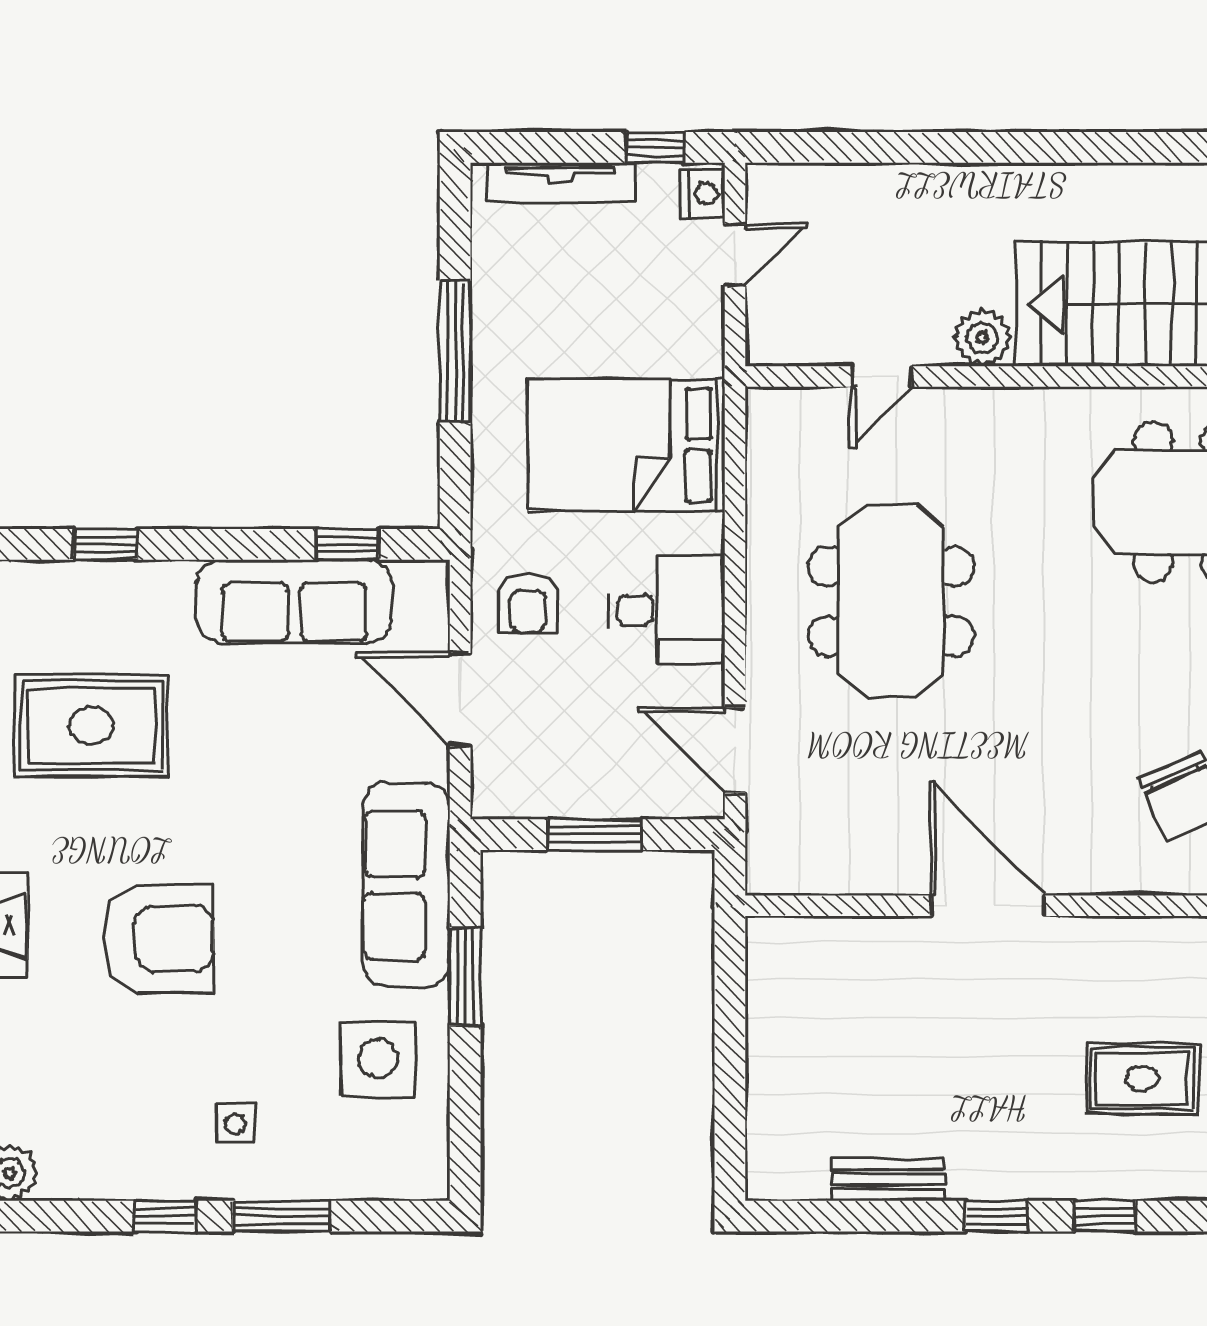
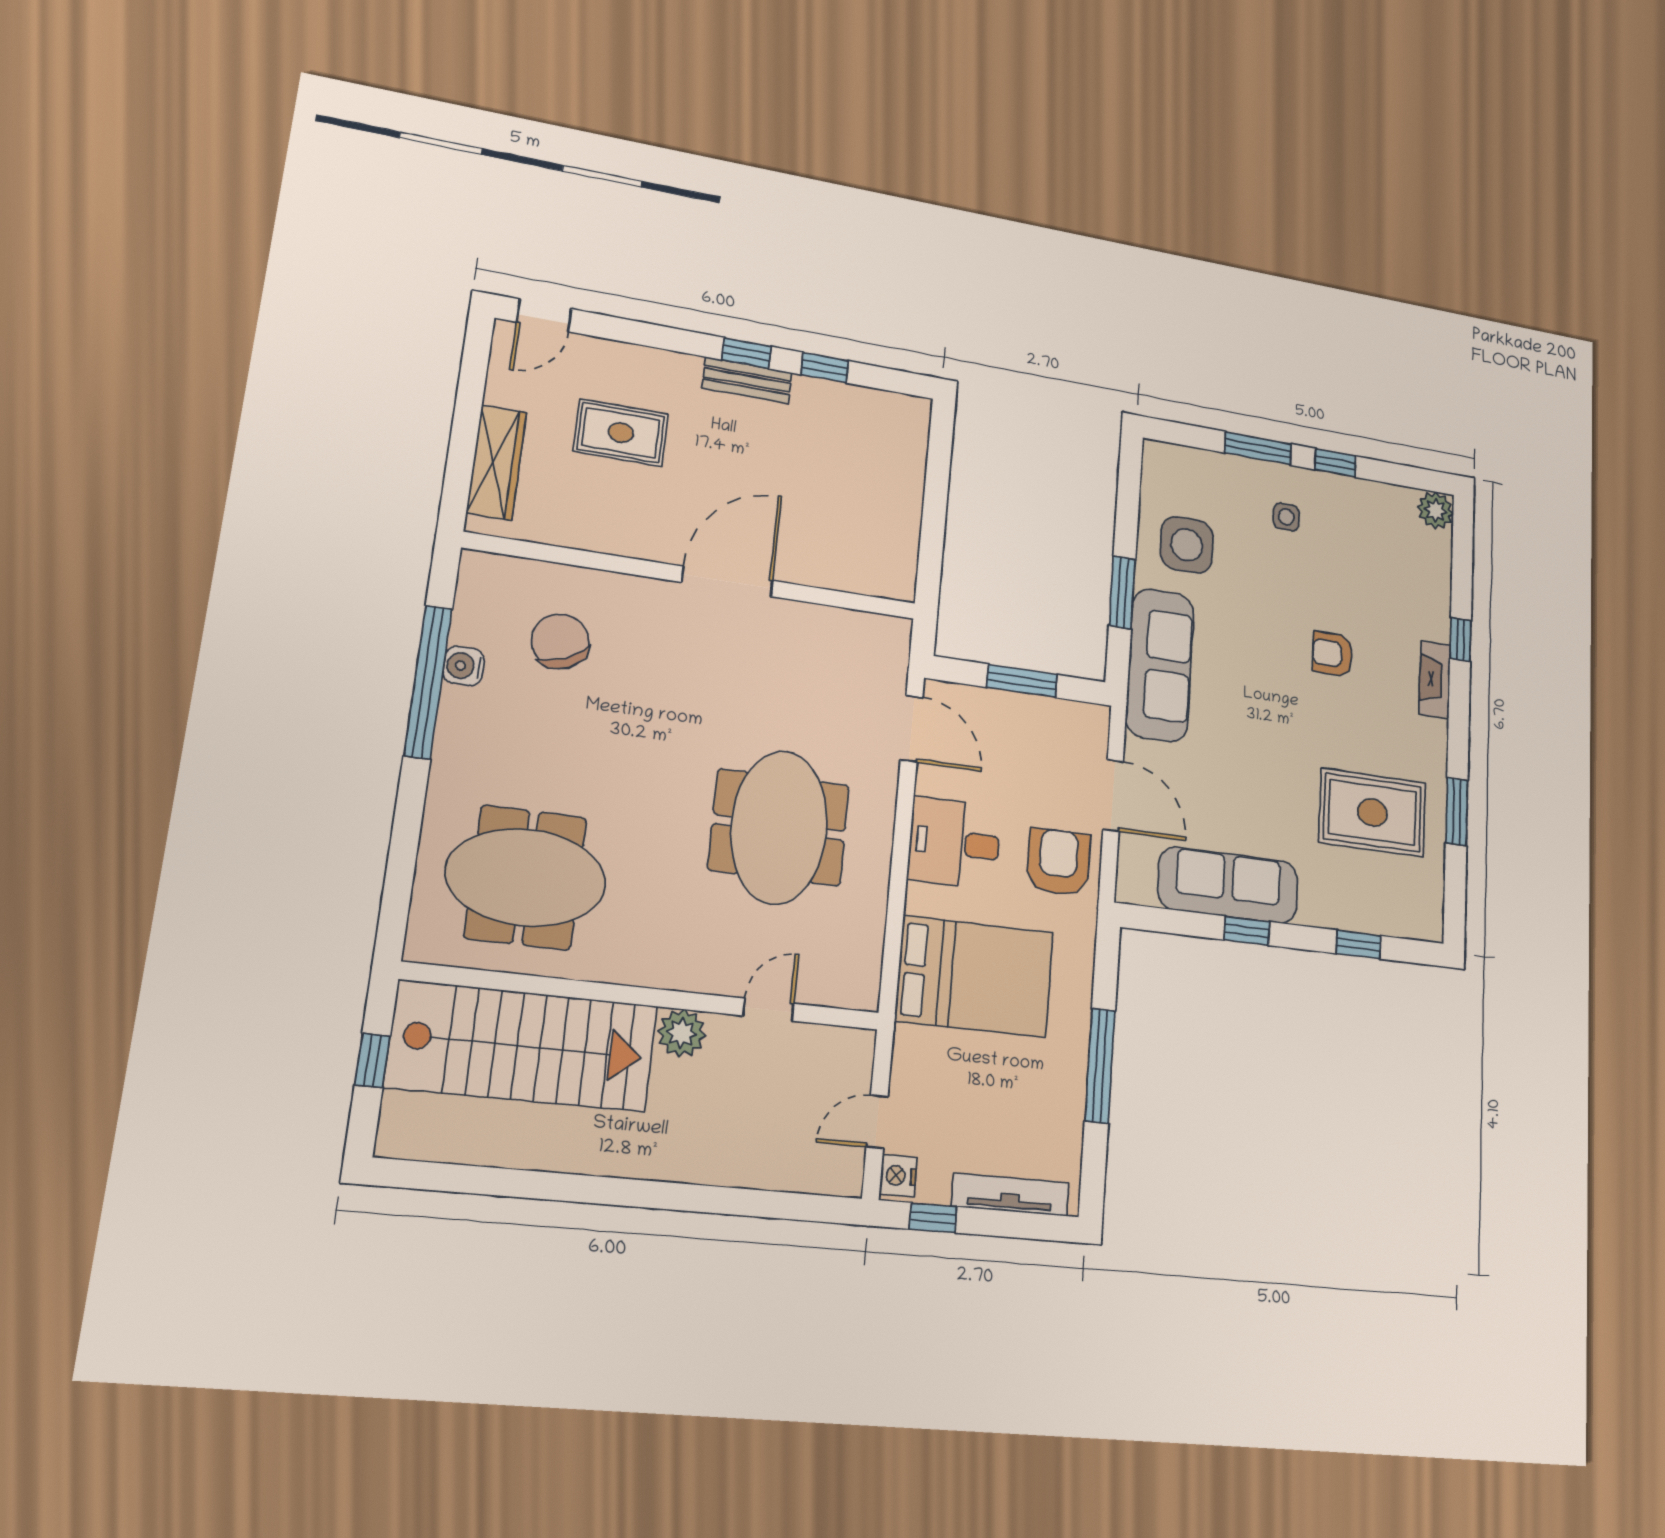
window: (348, 544) -> (1247, 931), moved
armchair: (528, 603) -> (1058, 862), width x1.38, depth x1.38
door: (988, 906) -> (727, 581), swing flipped
armchair: (159, 939) -> (1332, 654), width x0.53, depth x0.53
bench: (888, 1179) -> (747, 380), moved
window: (1105, 1216) -> (825, 368), moved

